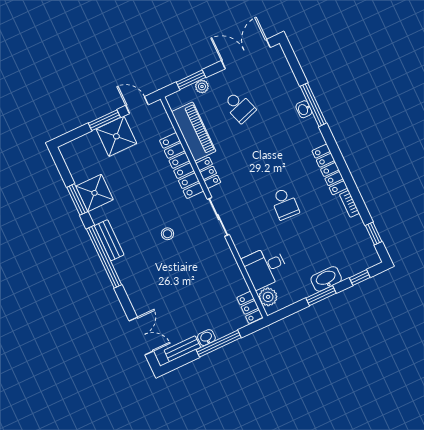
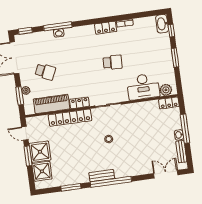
door: (137, 105) -> (25, 133), hinge flipped
school desk: (239, 107) -> (45, 72), turned 42
locker: (330, 169) -> (106, 28), width x0.66
shower: (94, 193) -> (42, 171), moved
window: (374, 233) -> (25, 31), moved
desk: (265, 267) -> (143, 87), width x1.37
washbasin: (326, 279) -> (162, 24), moved

